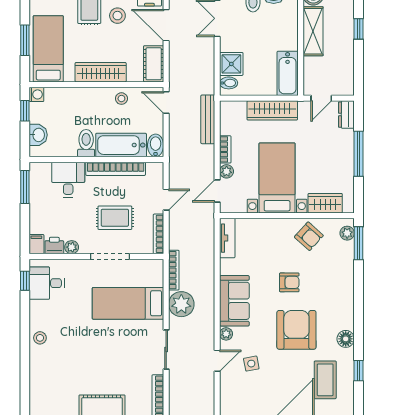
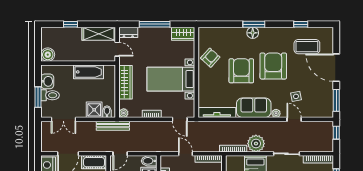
shelving: (313, 31) -> (99, 34), moved
bathtub: (288, 73) -> (89, 72), moved
bench: (208, 119) -> (113, 126), moved
plant: (227, 171) -> (124, 113), moved
wardrobe: (325, 203) -> (183, 34), moved, turned -90
plant: (347, 233) -> (208, 32), removed
tv unit: (227, 238) -> (217, 113), width x1.41
window: (359, 243) -> (254, 24), moved
armchair: (289, 282) -> (241, 71), width x1.88, depth x1.88
armchair: (296, 330) -> (273, 66), turned 90
floor lamp: (346, 339) -> (253, 33), moved

